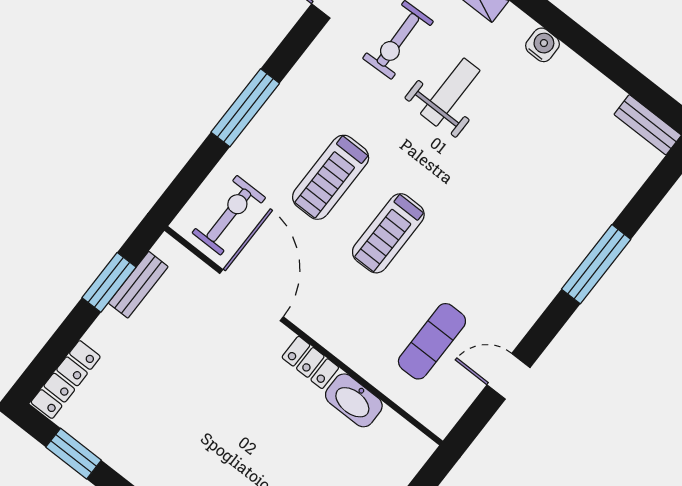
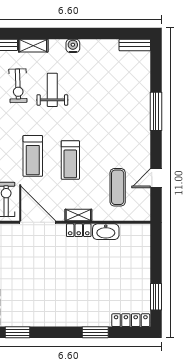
shelving: (330, 336) -> (78, 215), added

